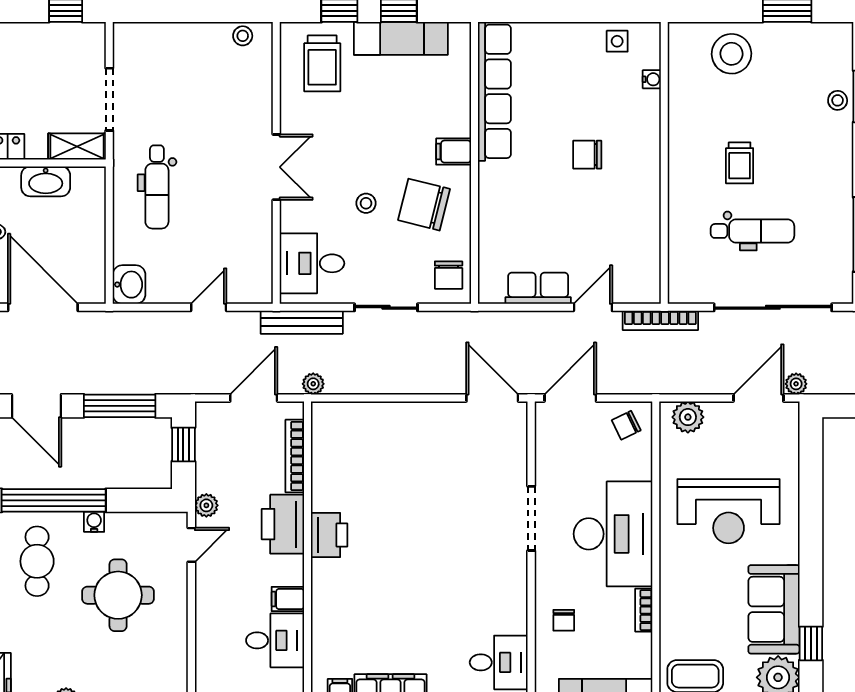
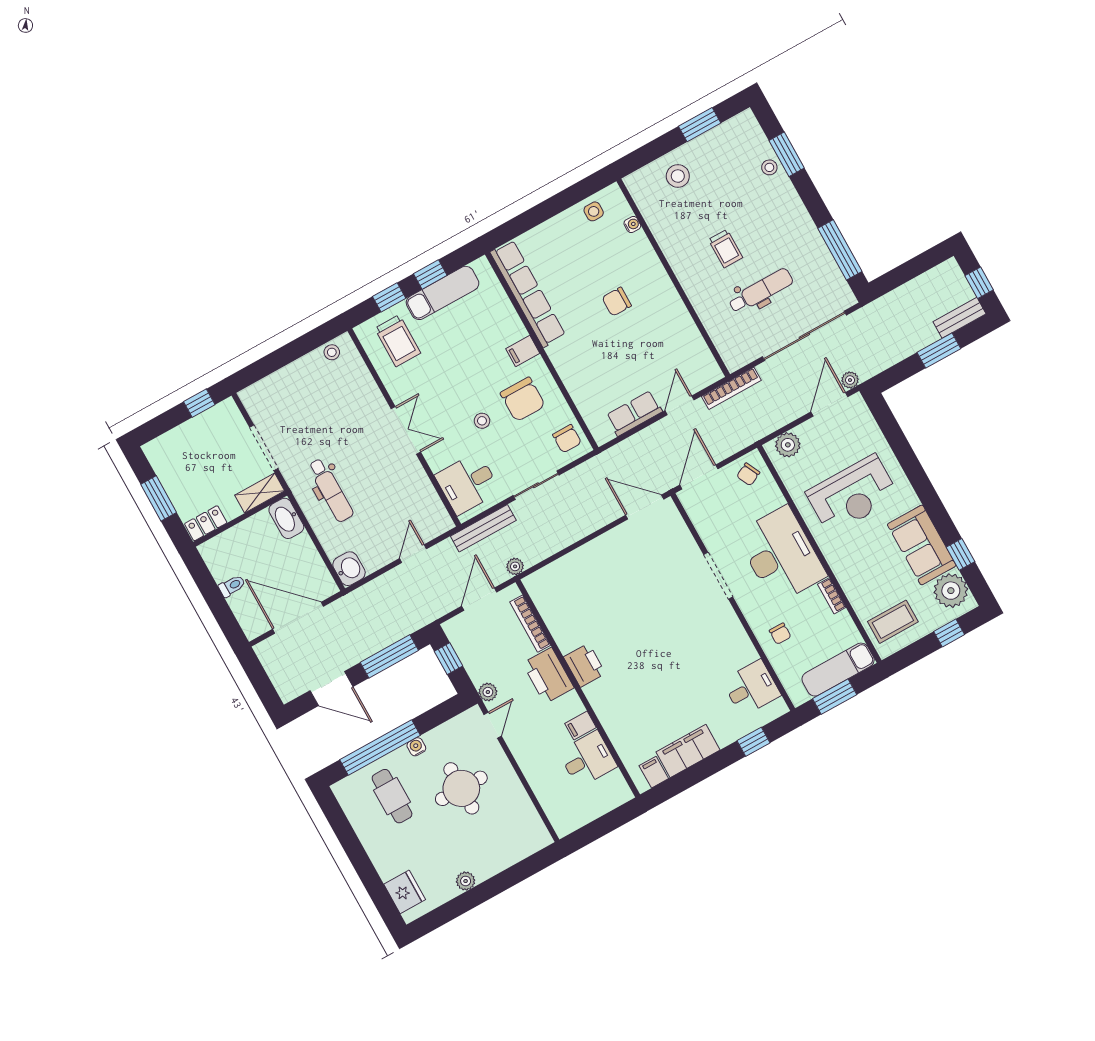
stool: (732, 54) -> (678, 176), width x0.73, depth x0.73
washbasin: (46, 181) -> (286, 518), moved, turned 90
chair: (424, 205) -> (523, 399), turned -104

